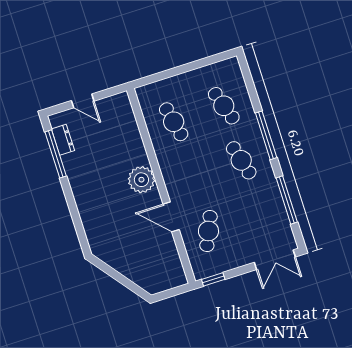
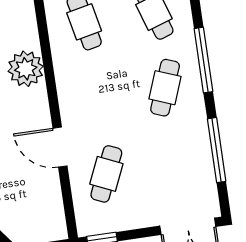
cafe table: (241, 160) -> (165, 88), turned 36
plant: (141, 180) -> (26, 69), moved

